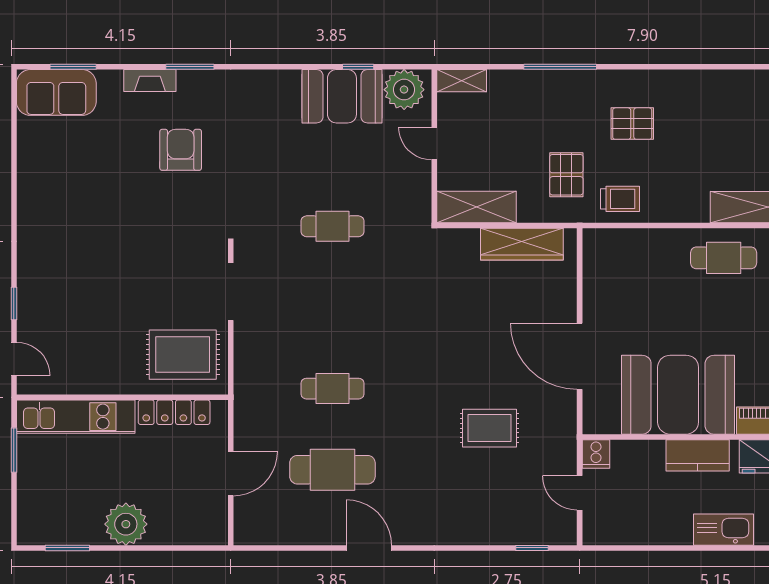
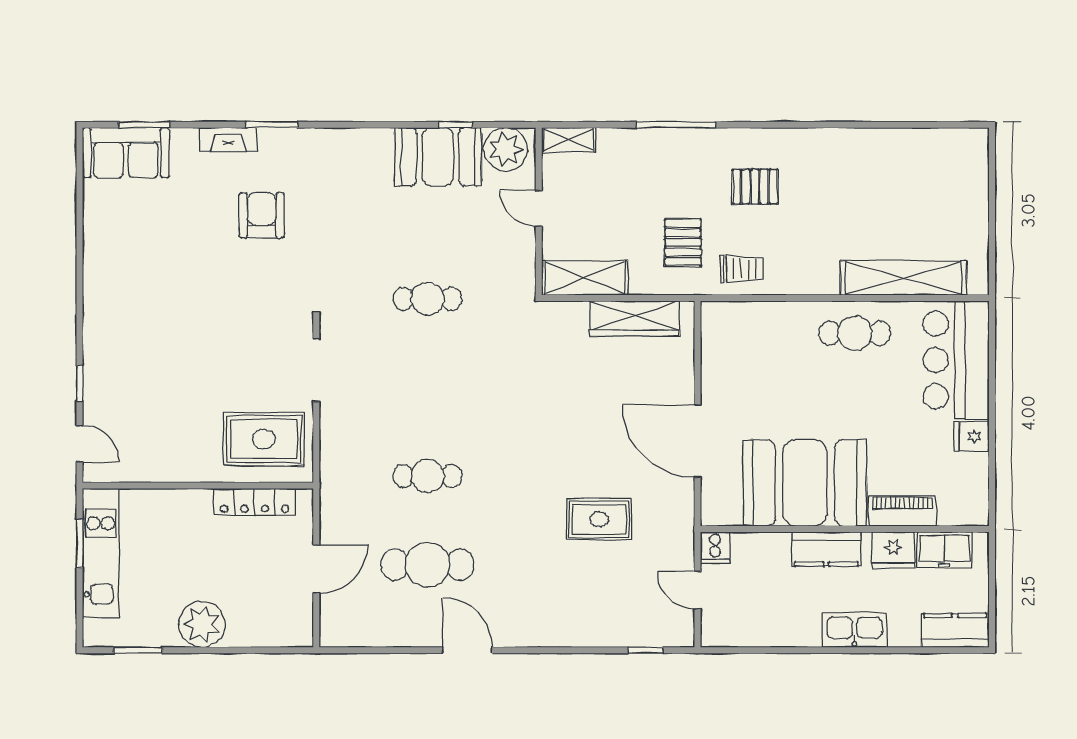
kitchen unit: (76, 417) -> (101, 553), moved, turned -90

